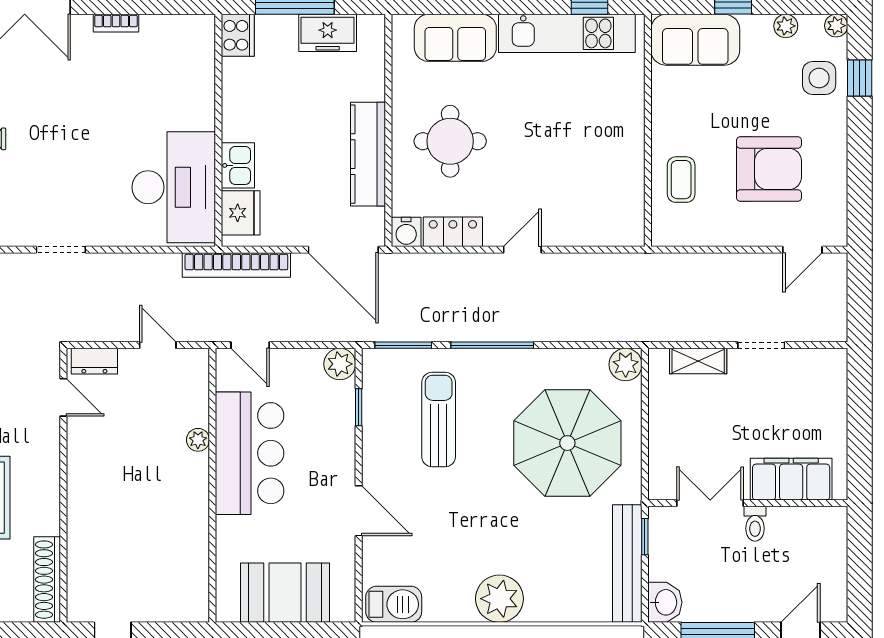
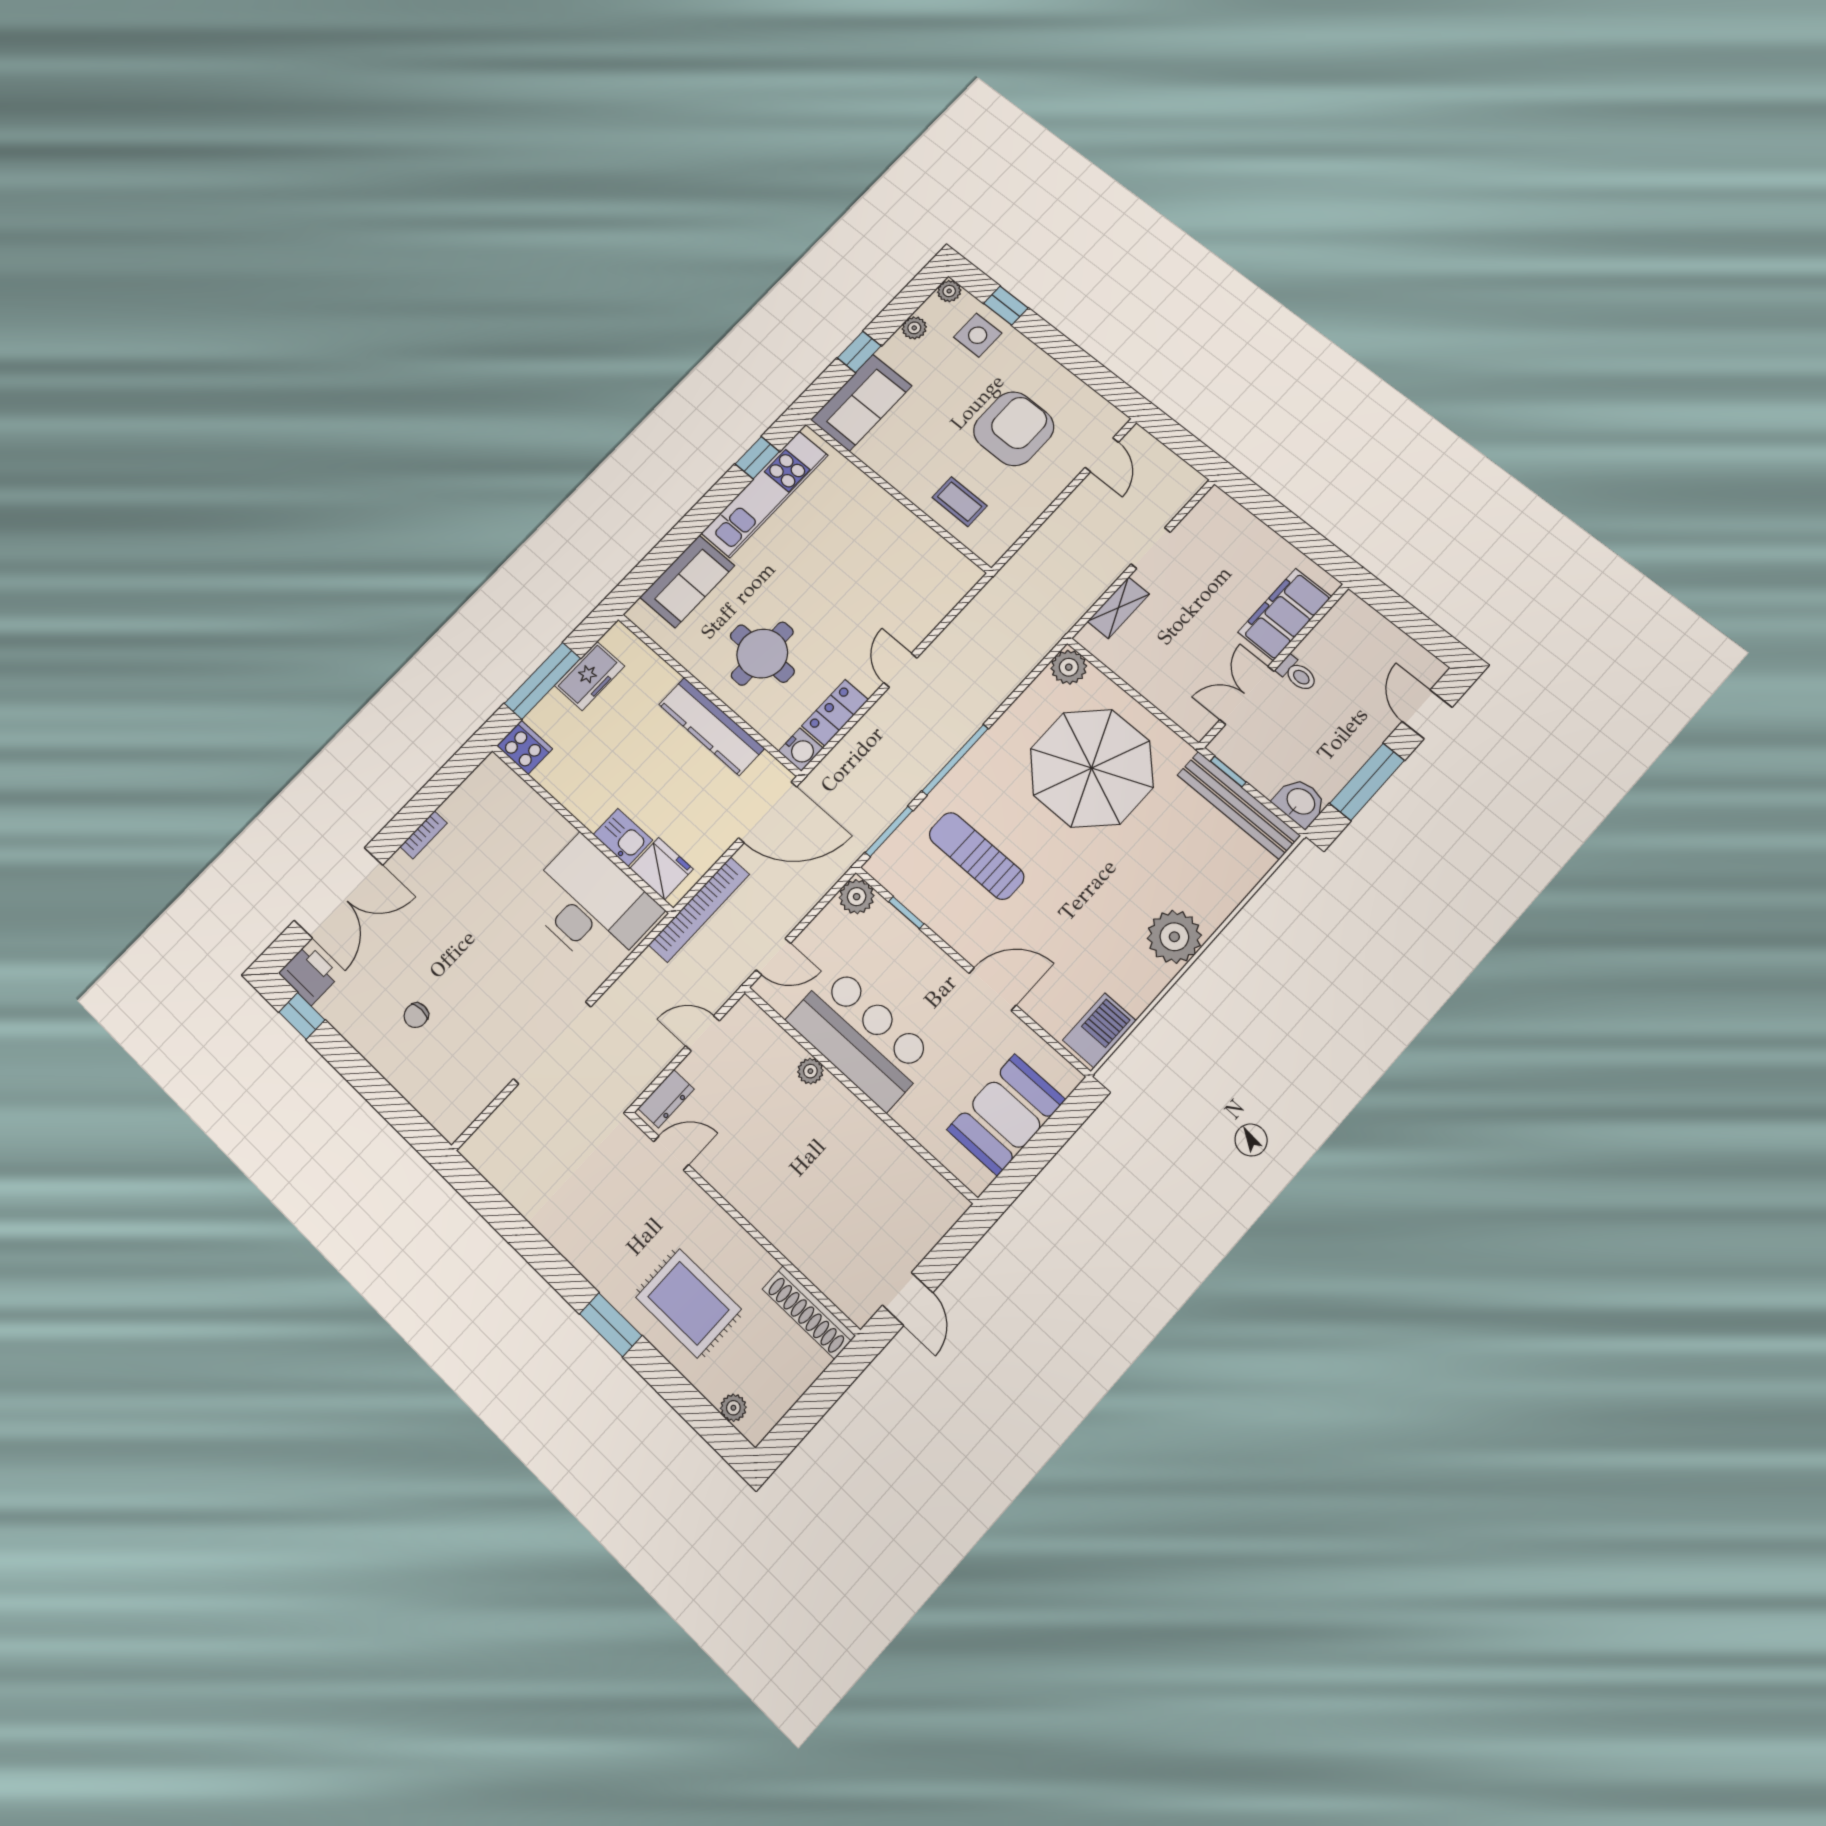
doorway: (61, 250) -> (552, 1043), width x1.87

